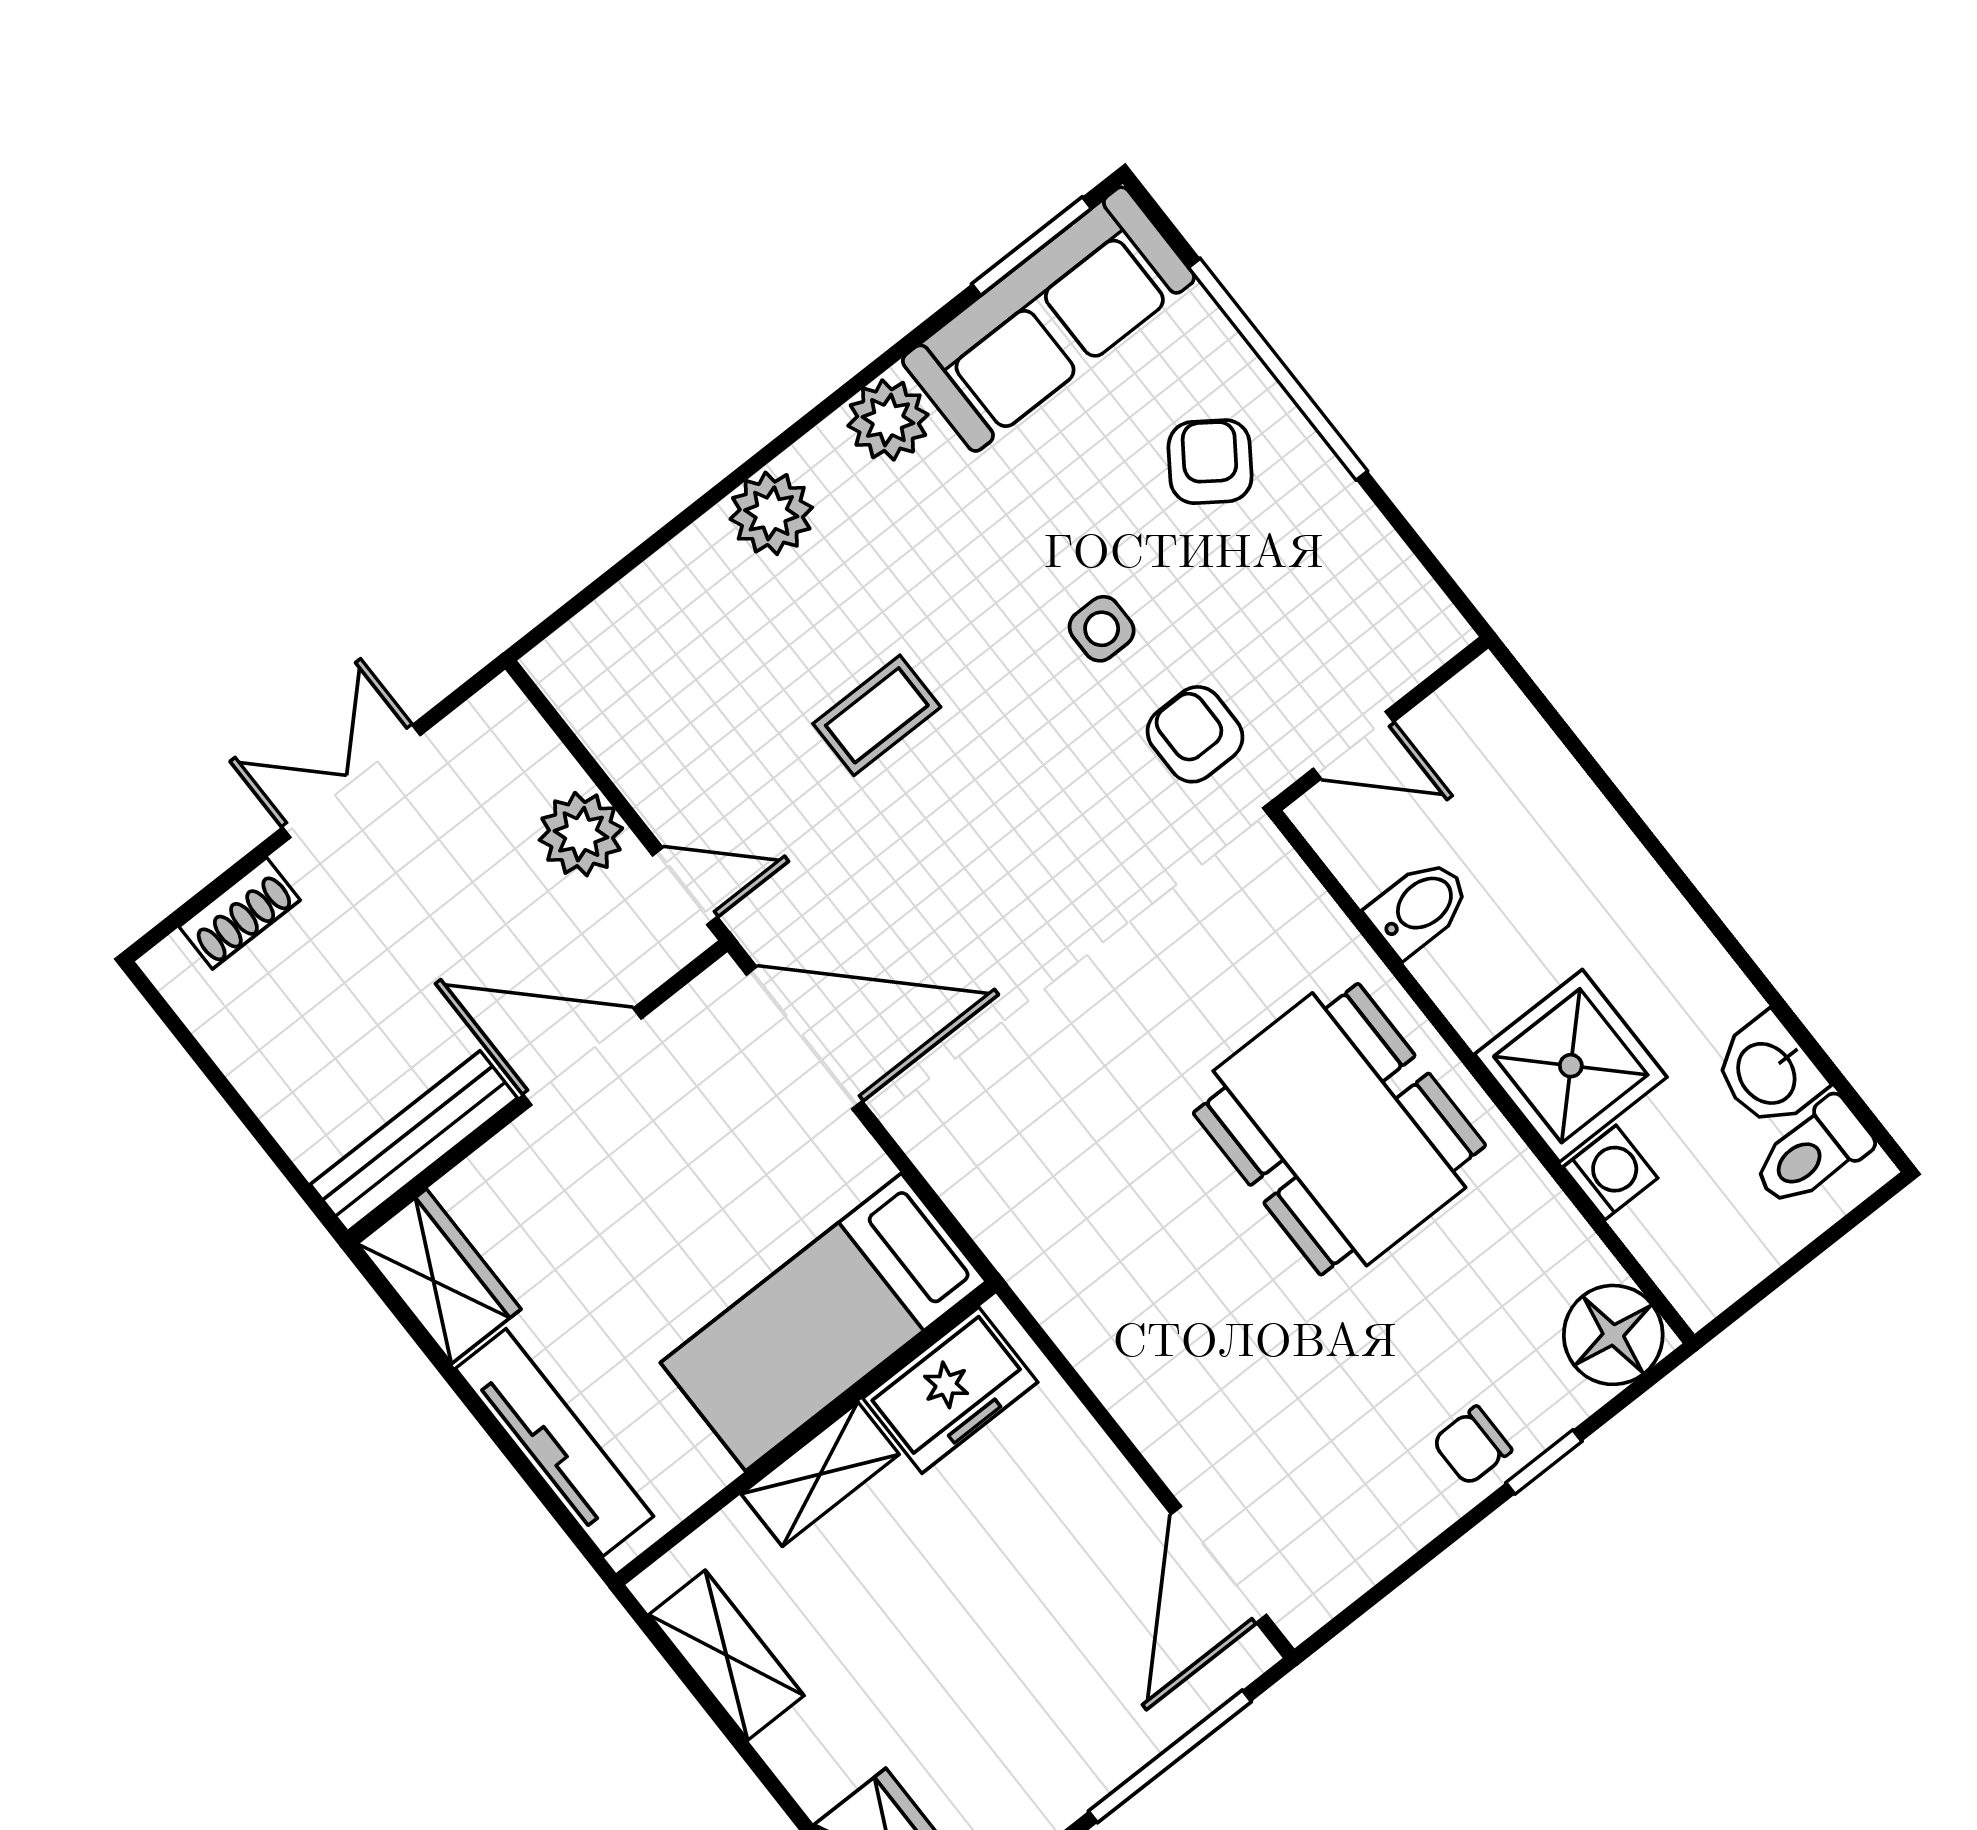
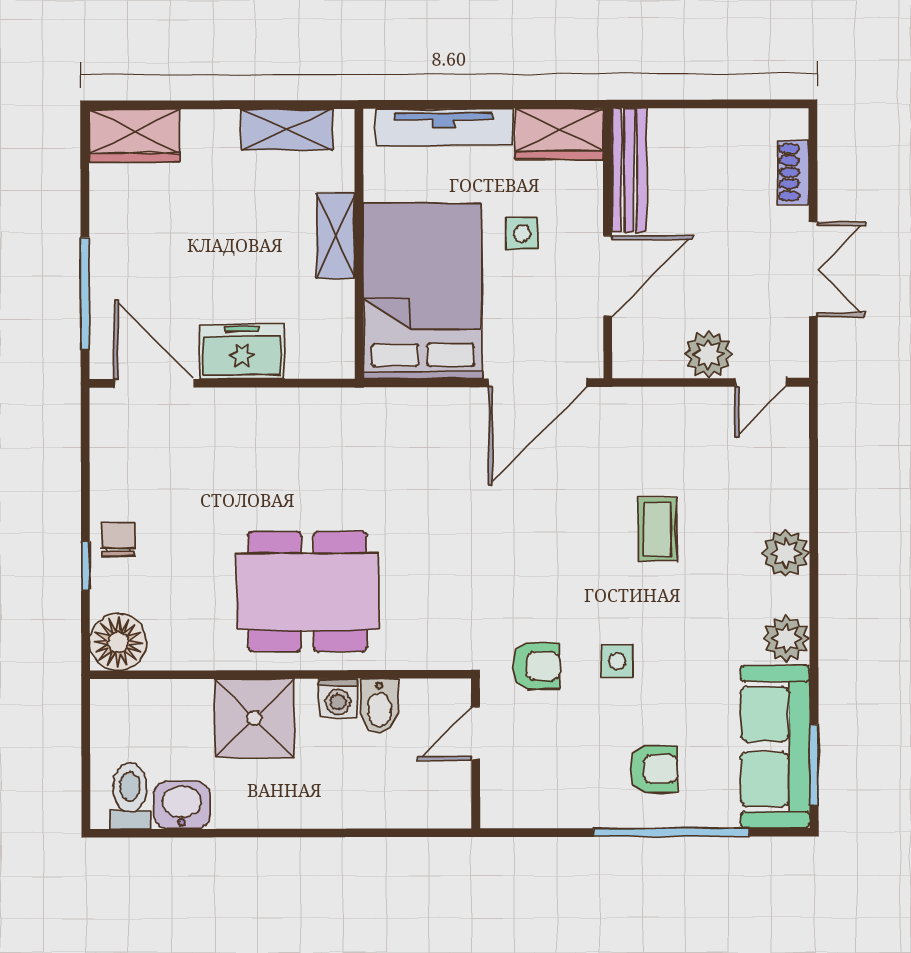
armchair: (1210, 462) -> (654, 769), turned -35
door: (685, 886) -> (761, 382), moved
washing machine: (1610, 1172) -> (338, 698), moved
side table: (616, 1220) -> (522, 233), added
bed: (823, 1322) -> (423, 291), width x1.50
freezer: (950, 1390) -> (242, 351), moved, turned 90

